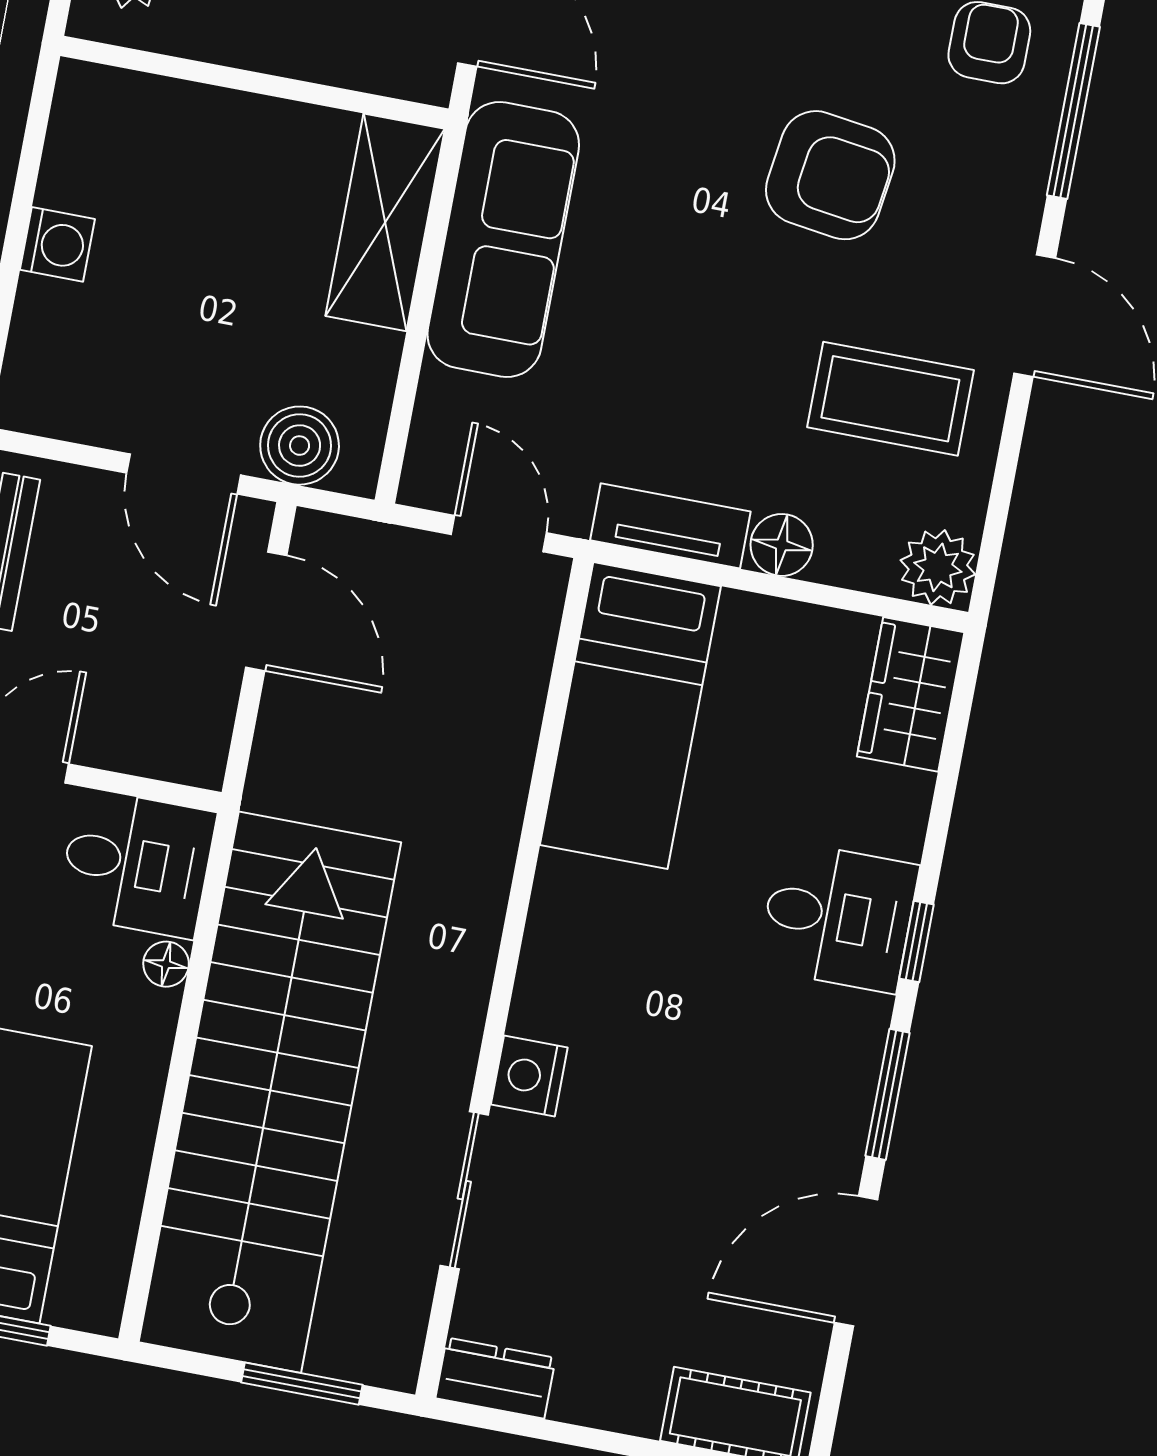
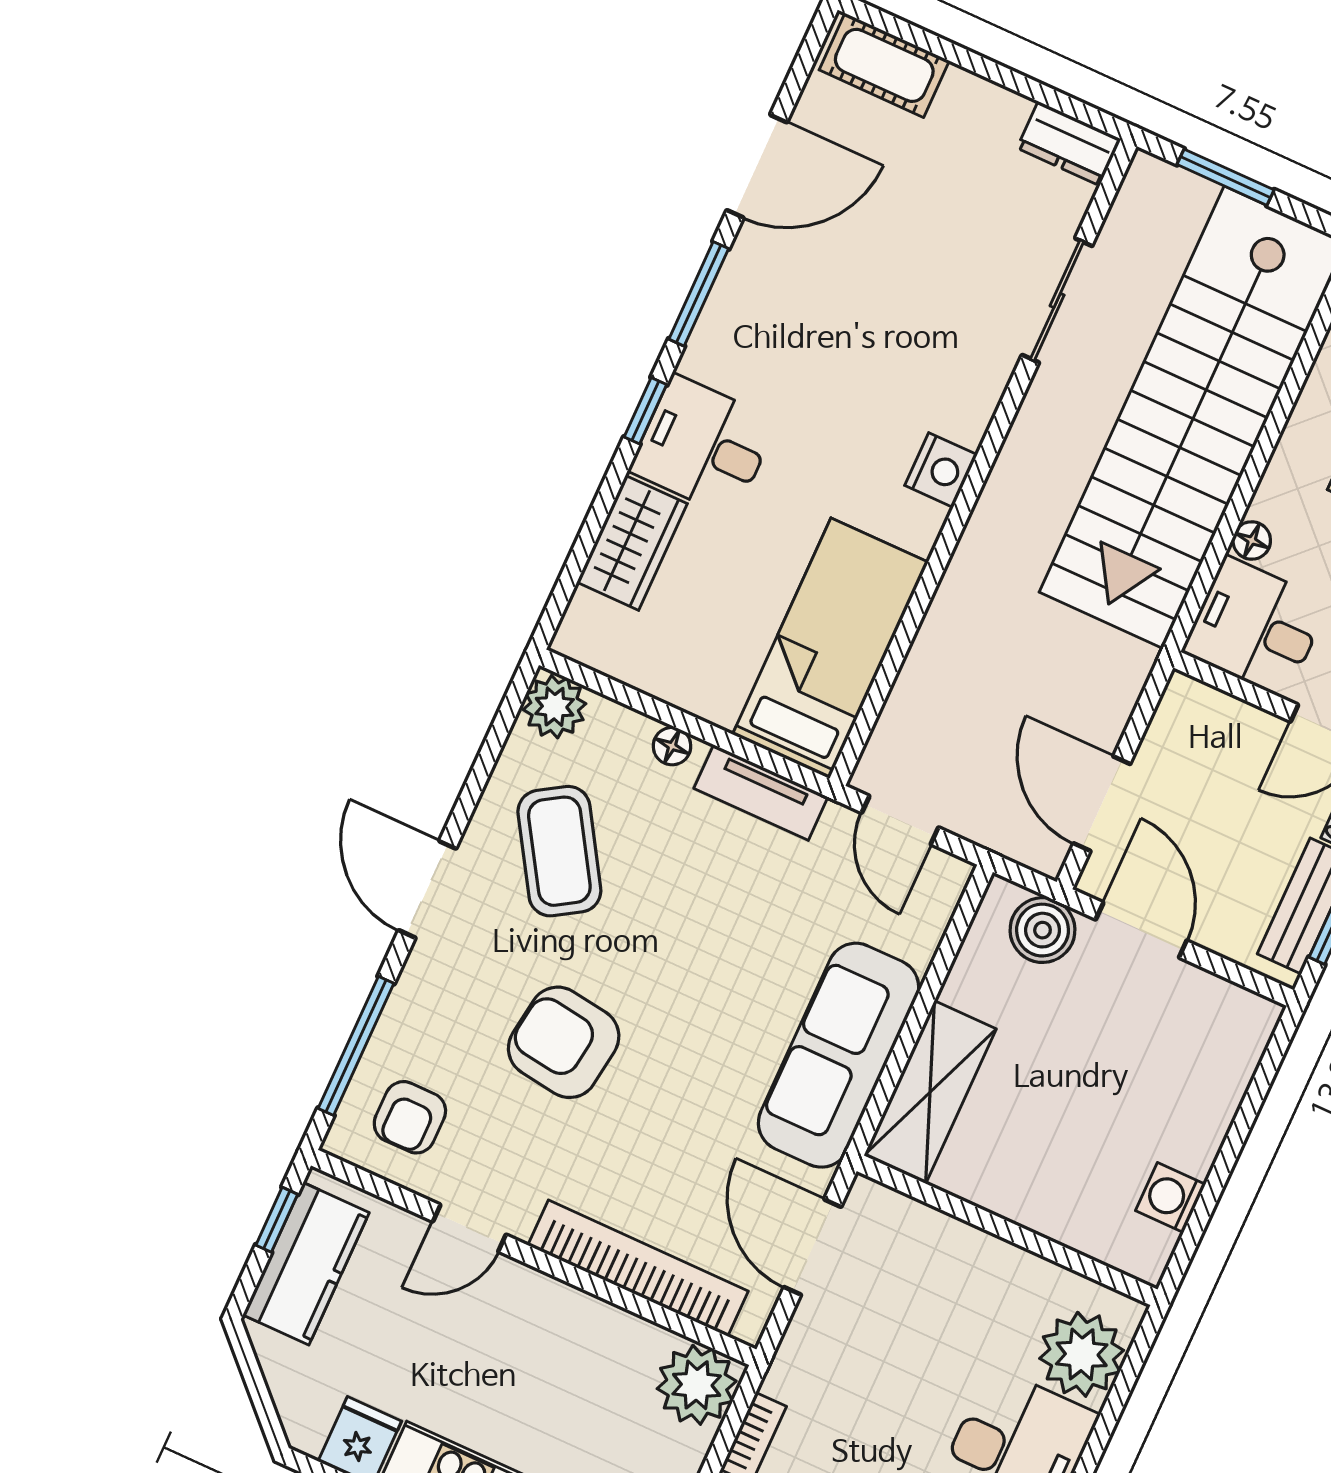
washing machine: (57, 244) -> (1170, 1198), moved
coffee table: (890, 399) -> (559, 851), turned 58
floor lamp: (782, 545) -> (672, 746), width x0.73, depth x0.73
wardrobe: (911, 694) -> (632, 543), moved
nightstand: (529, 1076) -> (941, 470), moved

